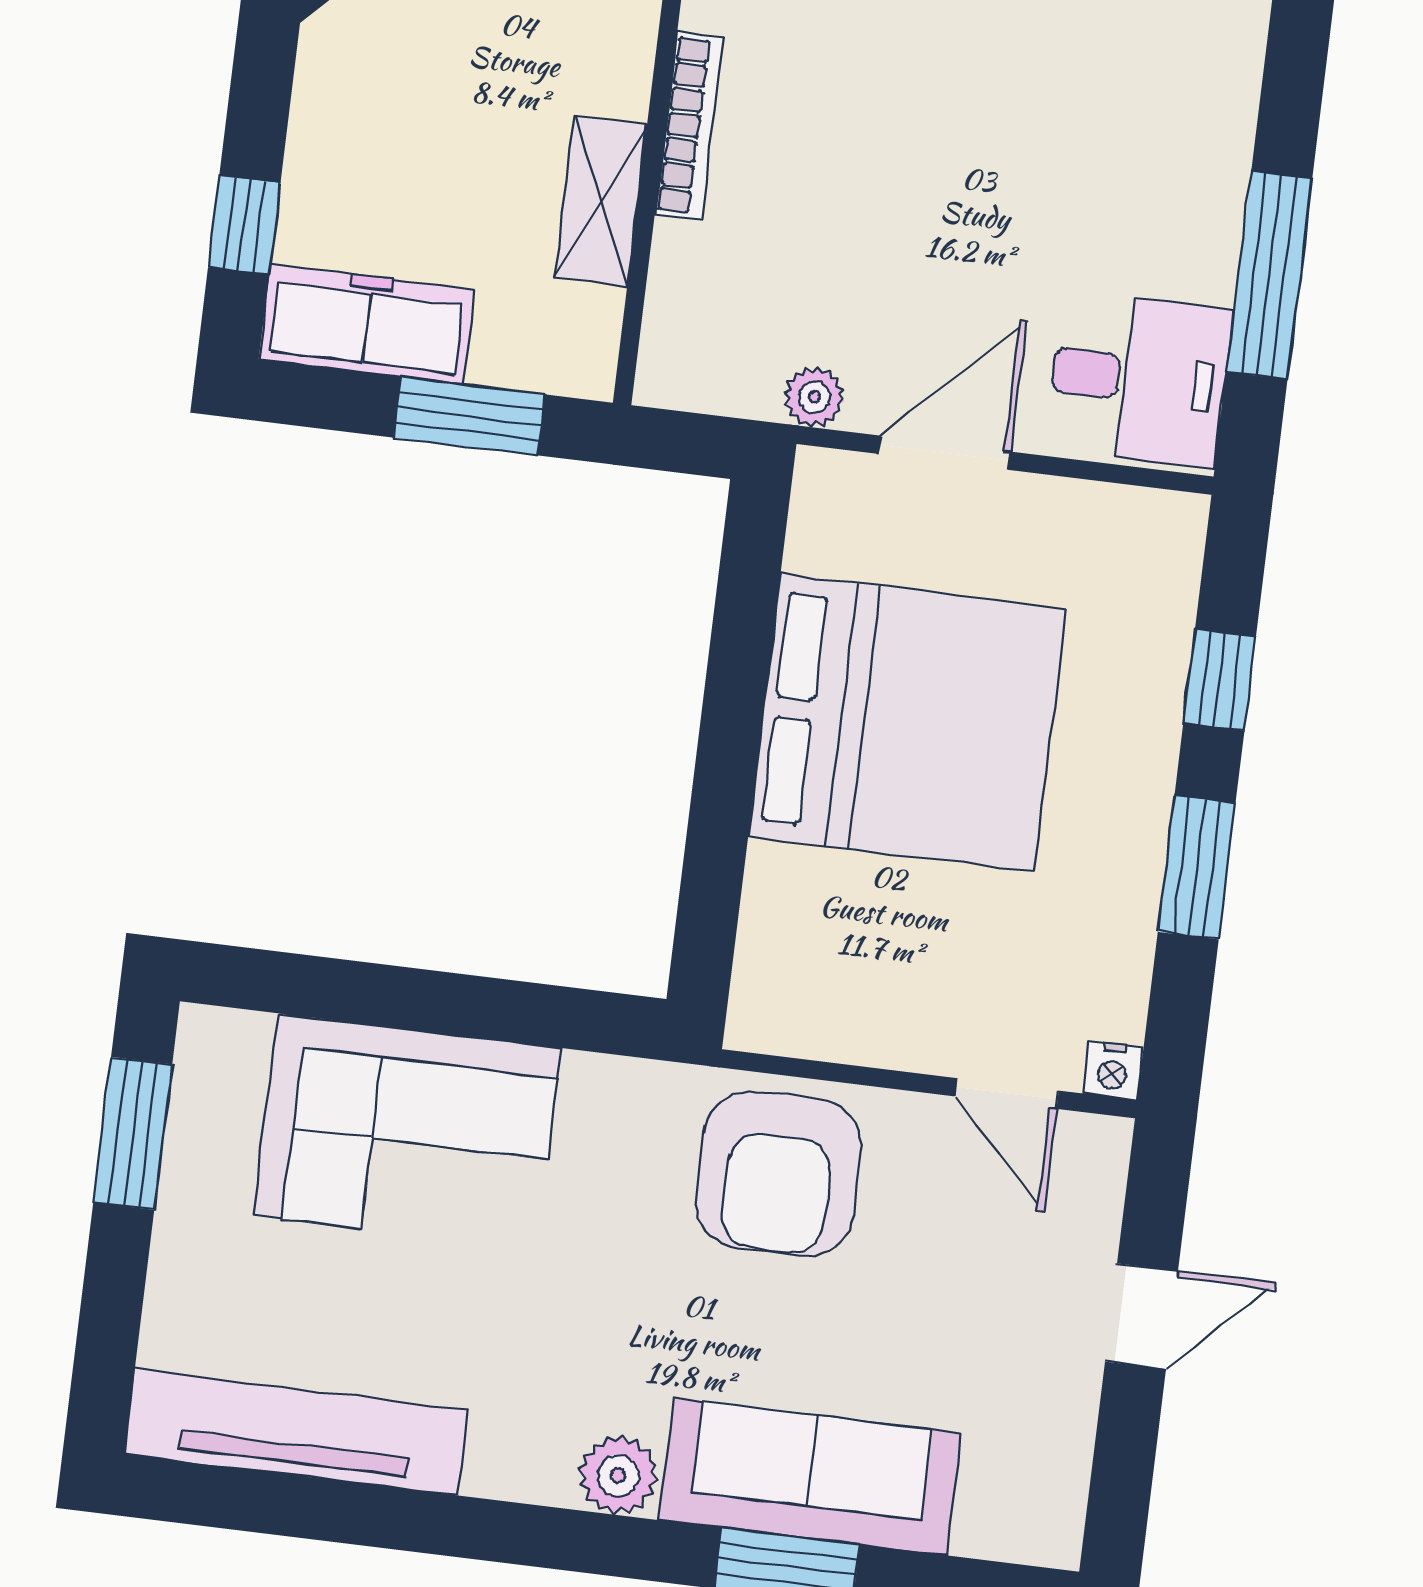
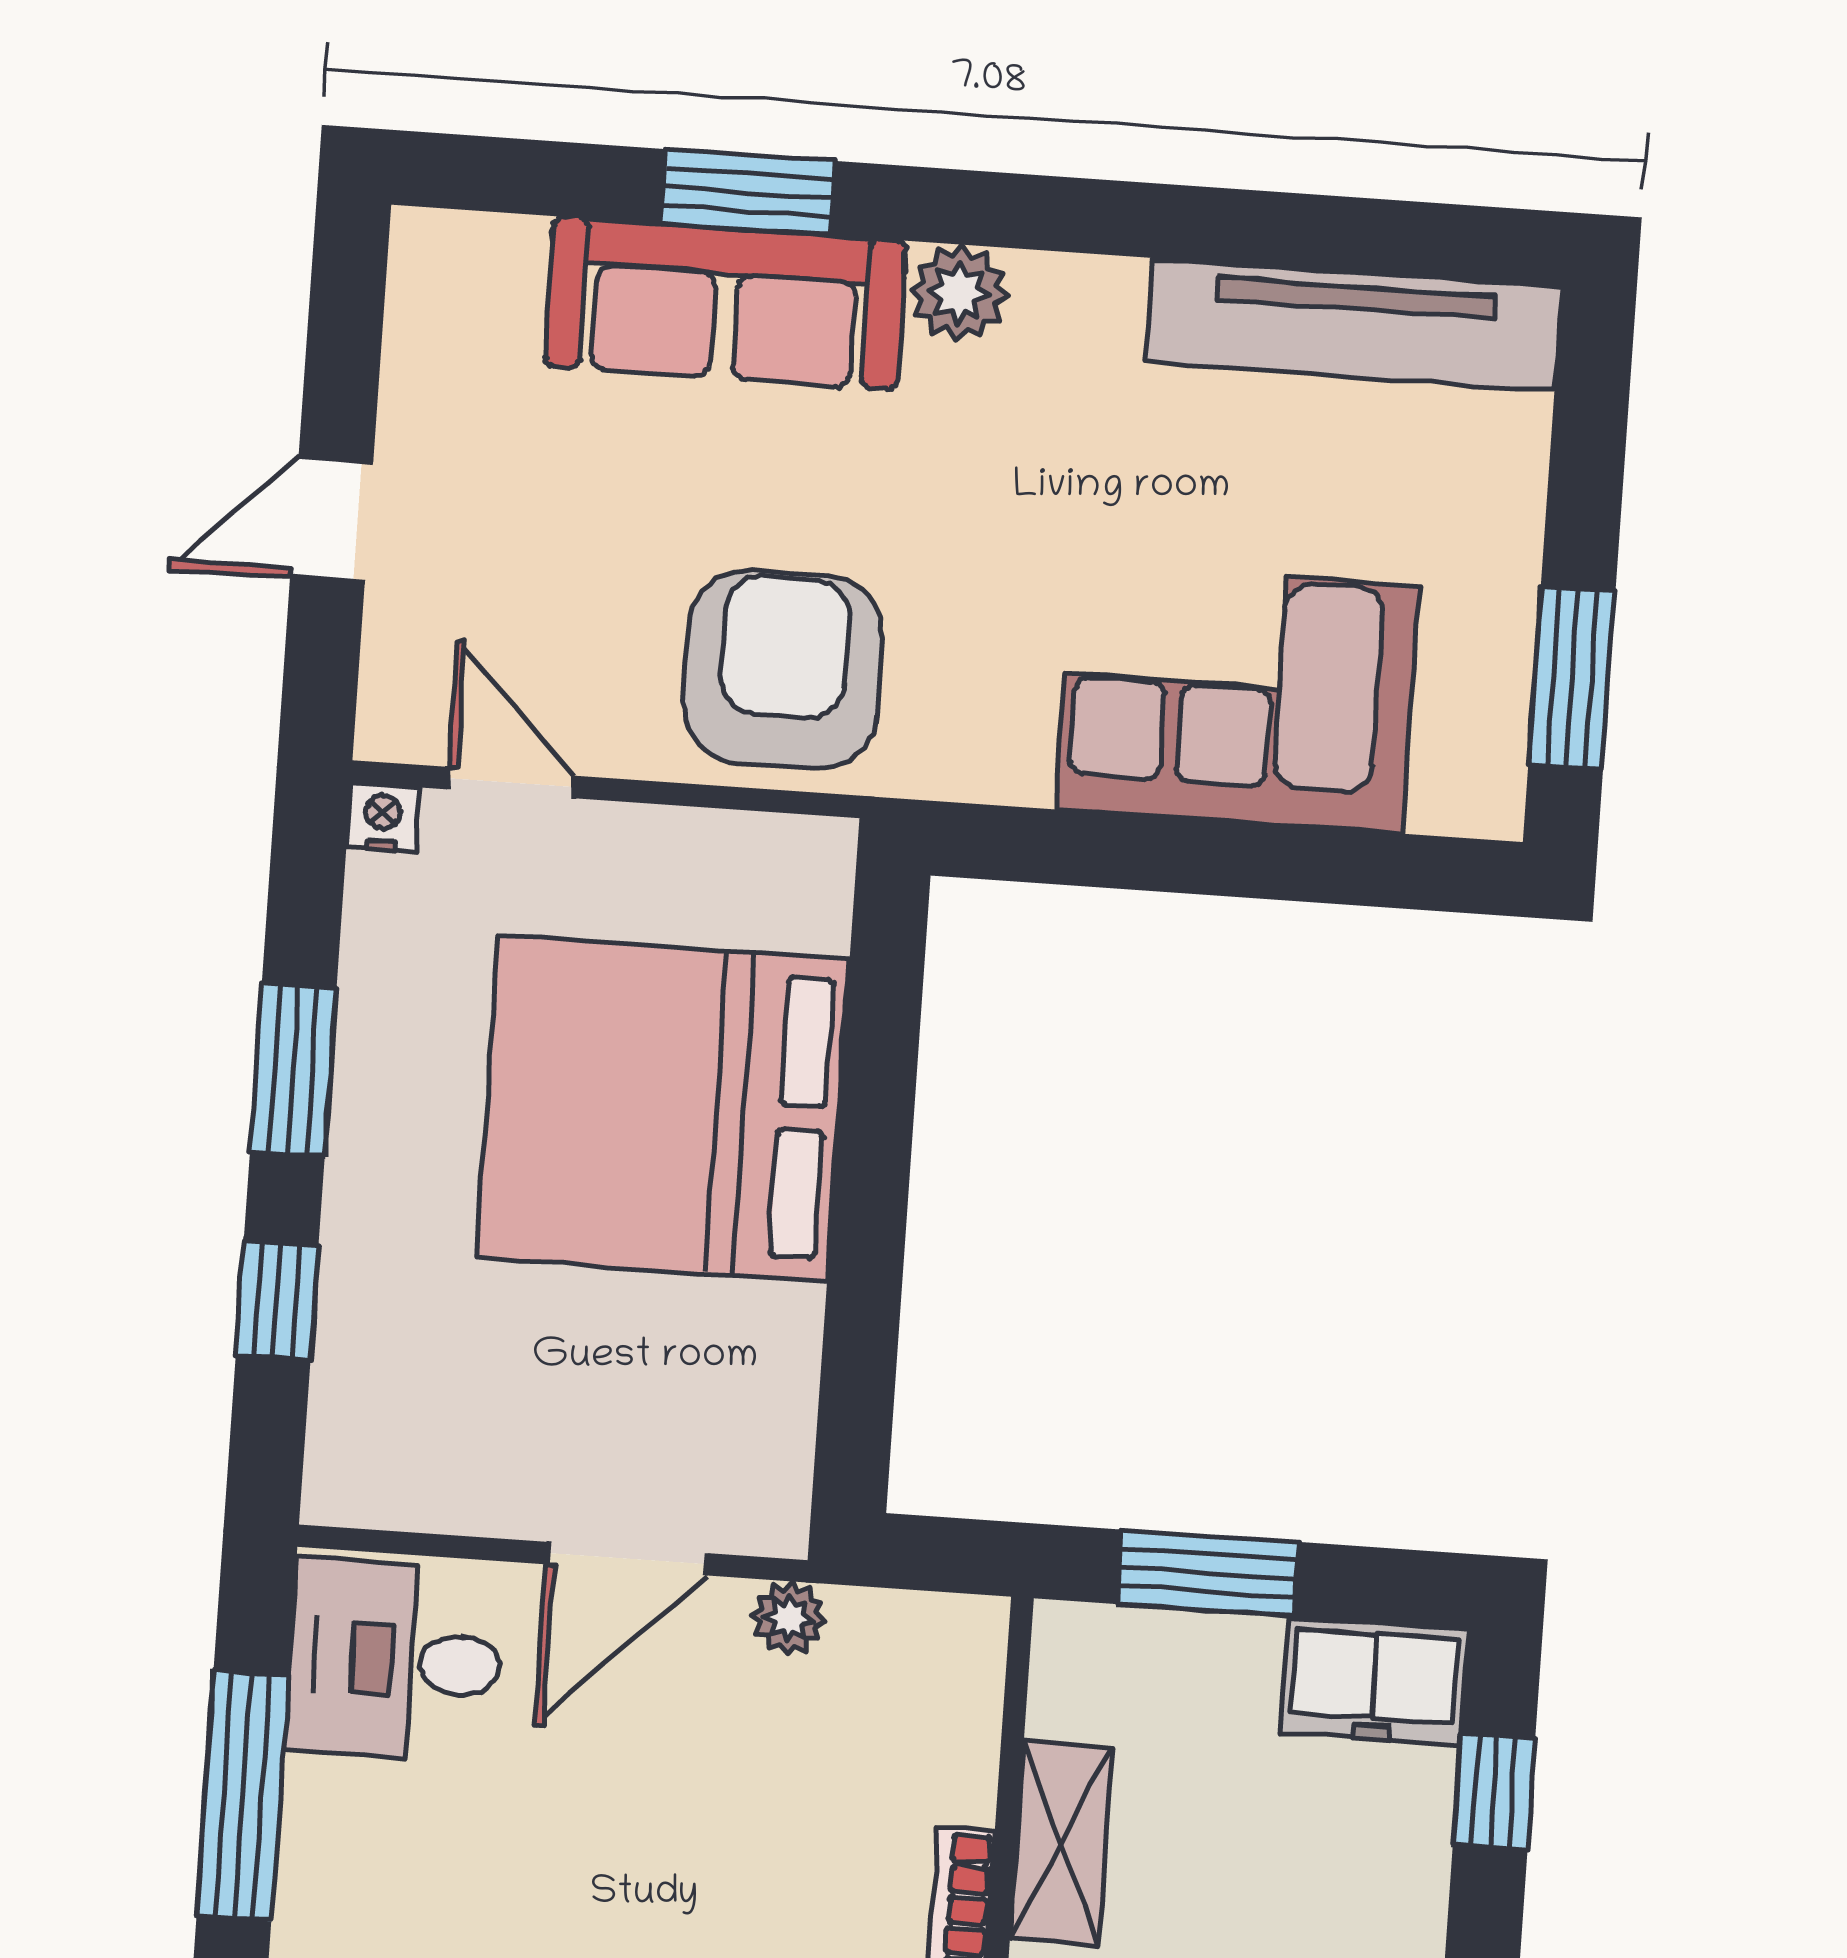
freezer: (367, 324) -> (1374, 1681), width x0.71
bed: (907, 723) -> (663, 1108), moved

